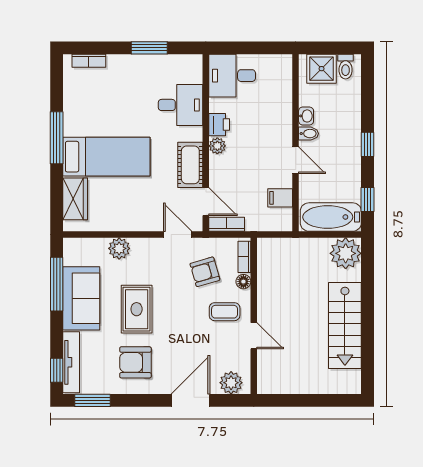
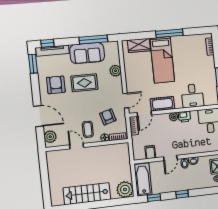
door: (254, 336) -> (77, 146), swing flipped

